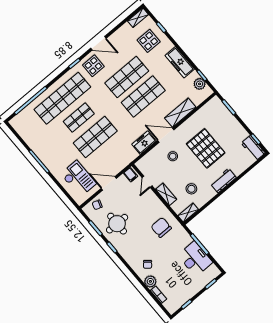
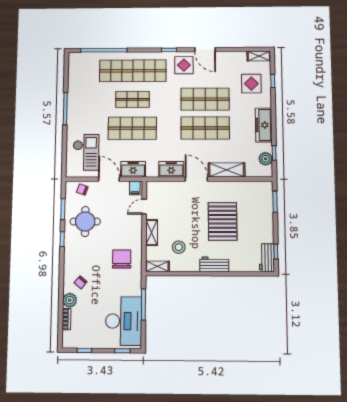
stool: (173, 156) -> (187, 203), removed
freezer: (119, 164) -> (133, 169), added
desk: (195, 259) -> (124, 321), width x1.36, depth x1.30

